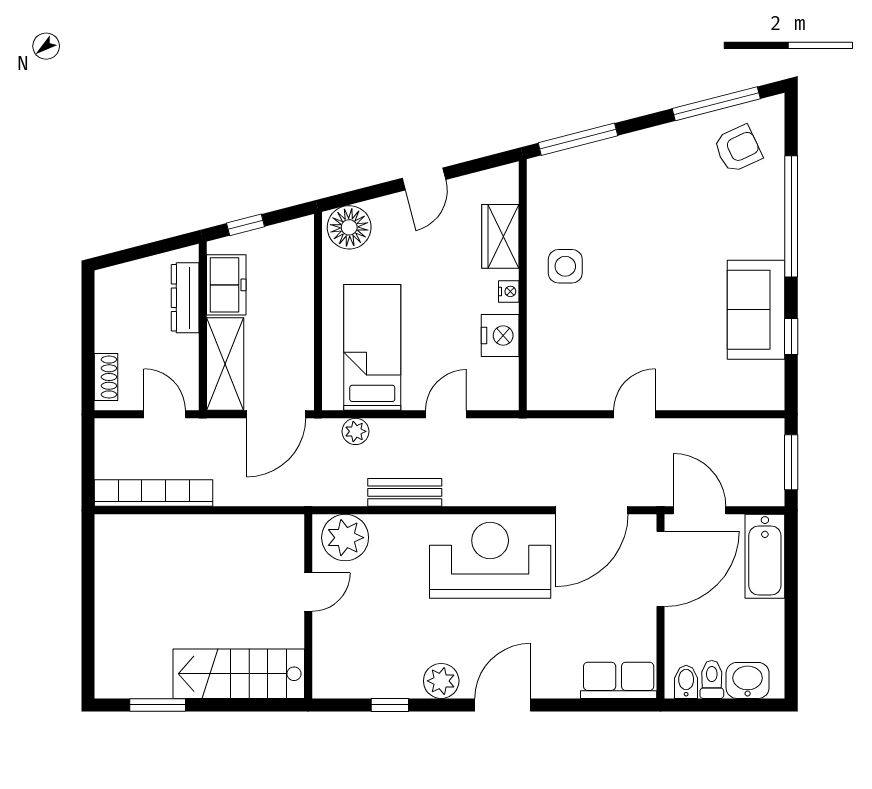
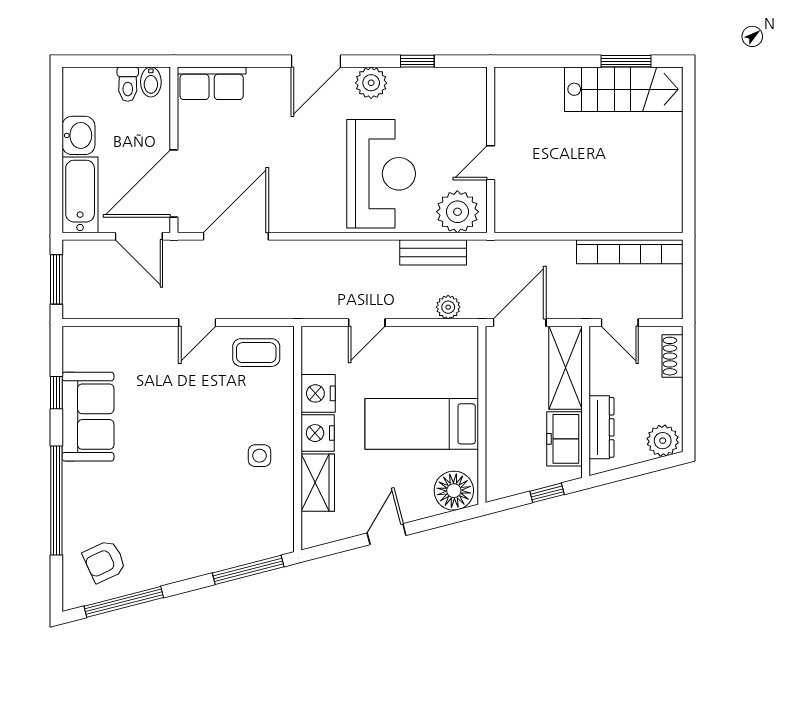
side table: (565, 266) -> (260, 456), width x0.73, depth x0.73
plant: (117, 283) -> (663, 441), added
nightstand: (509, 291) -> (318, 433), width x1.89, depth x1.79
bed: (372, 347) -> (422, 424), moved, turned 90
coffee table: (569, 381) -> (256, 353), added
bench: (405, 492) -> (433, 252), moved
reception desk: (490, 560) -> (381, 174), moved, turned -90
stairs: (239, 674) -> (624, 89), moved
washbasin: (748, 680) -> (78, 135), moved, turned -90

